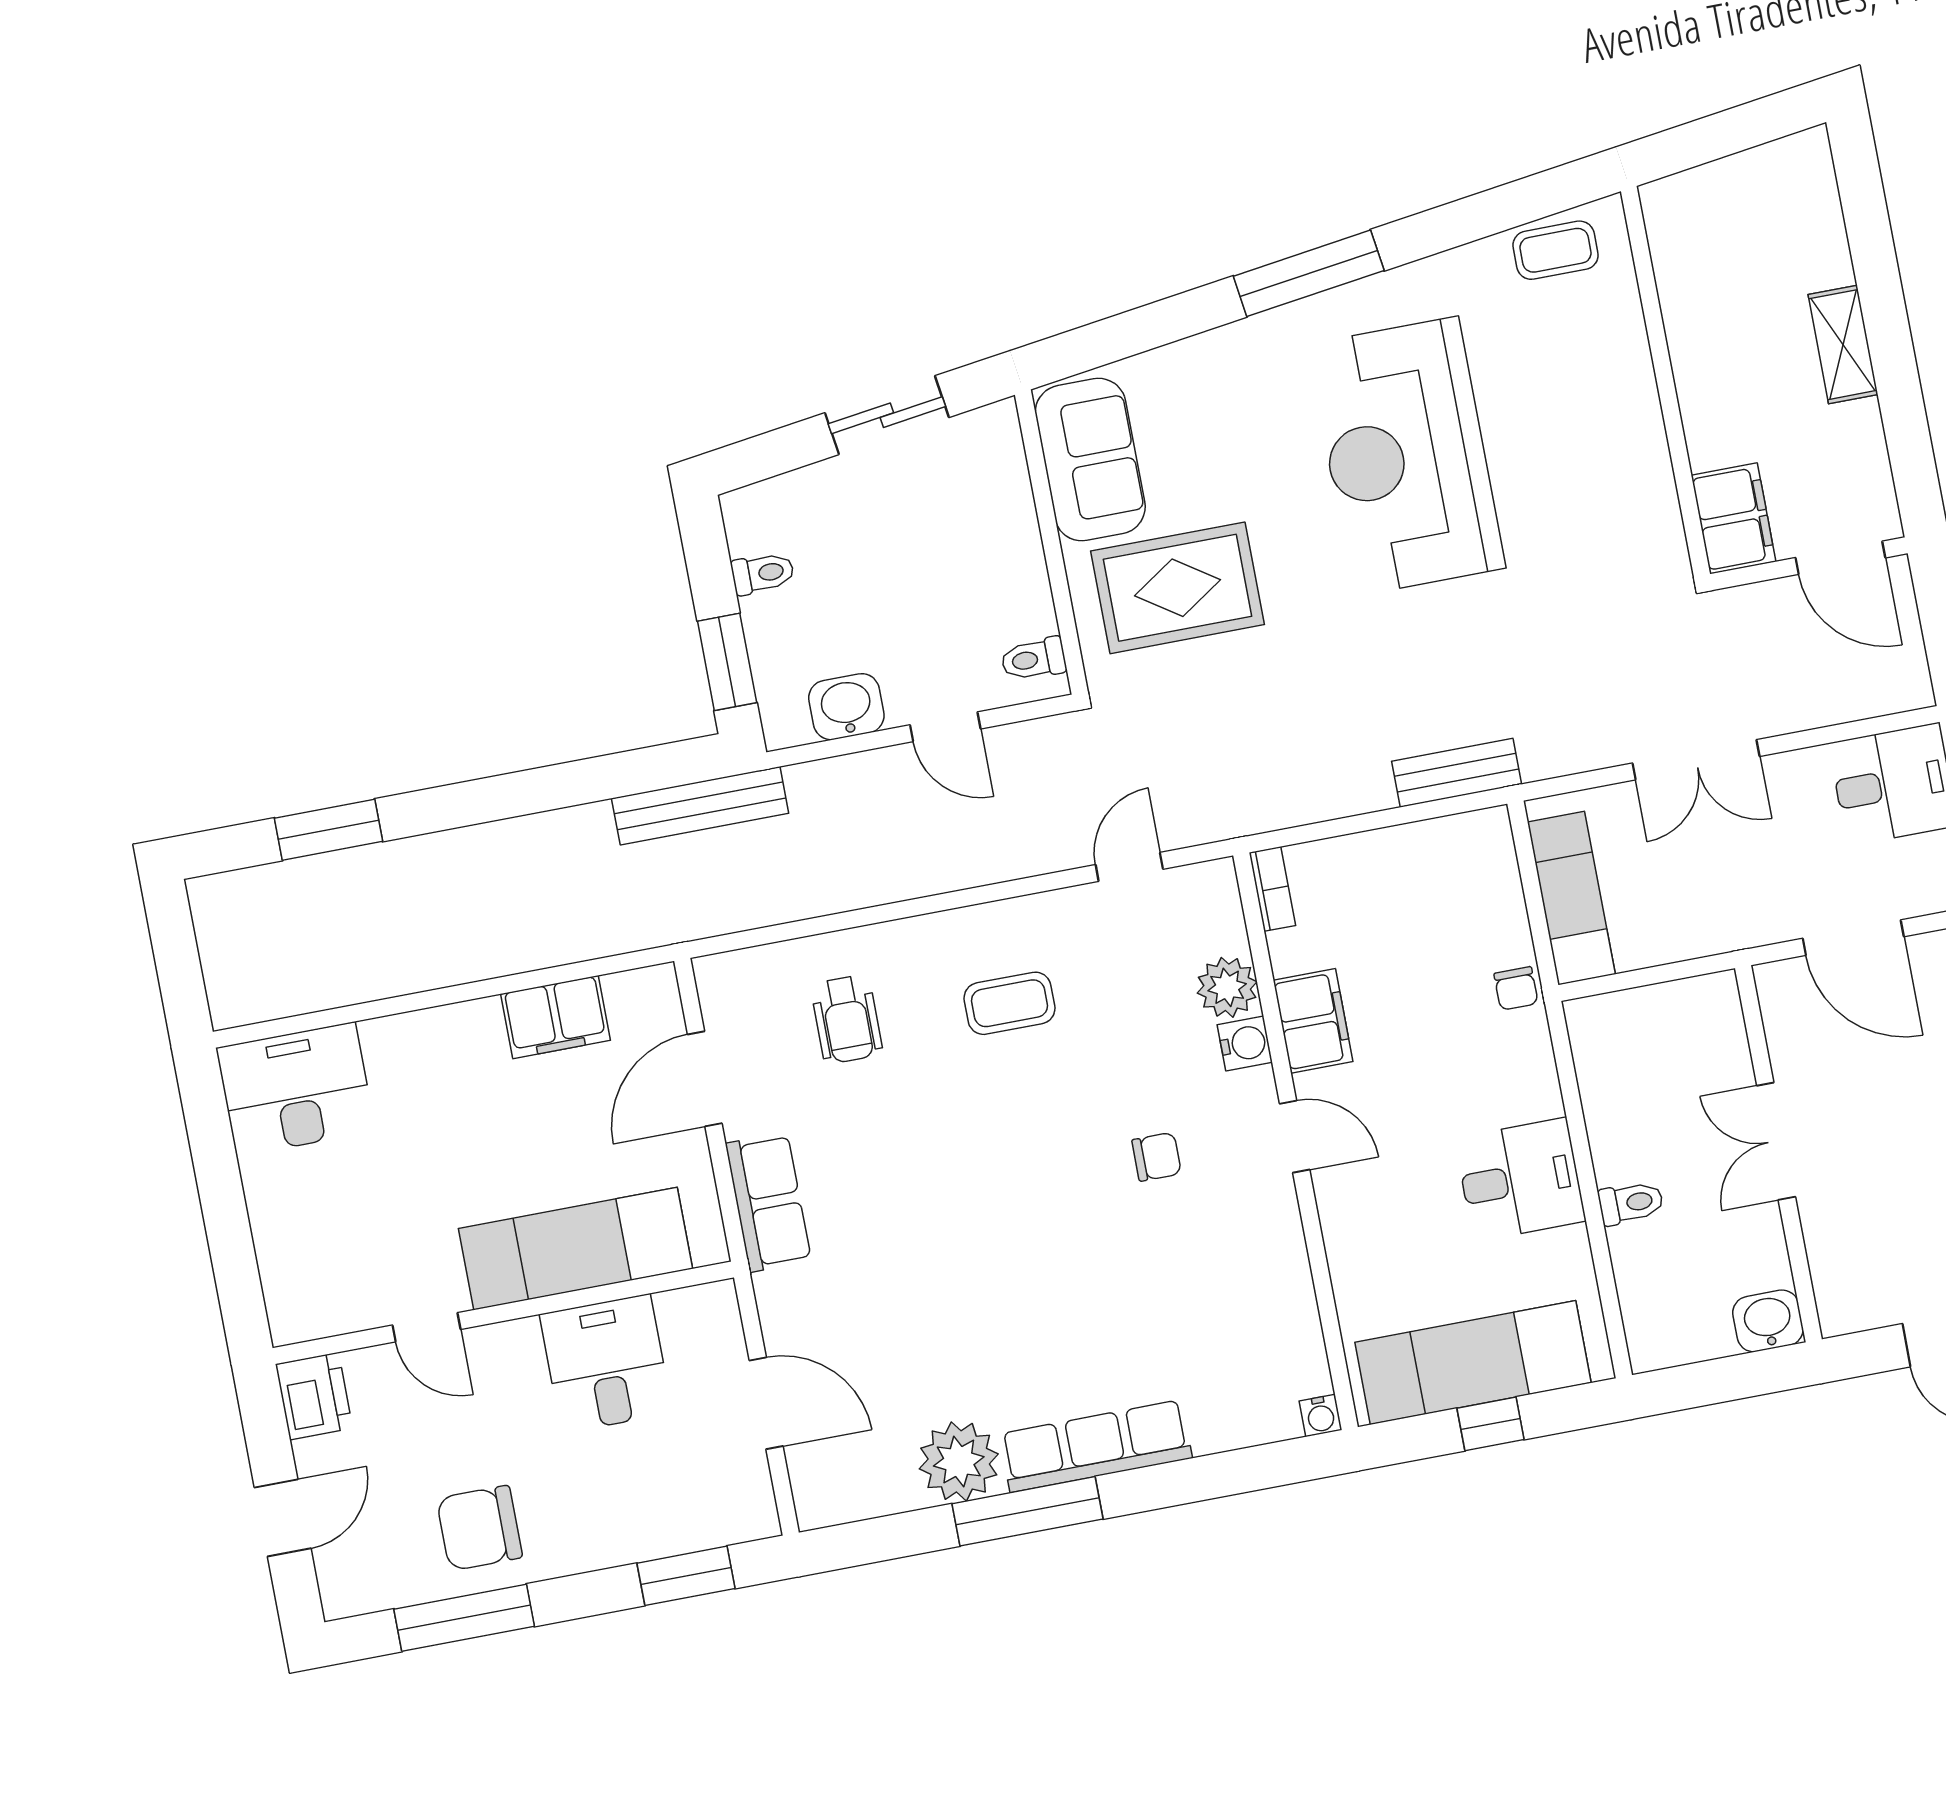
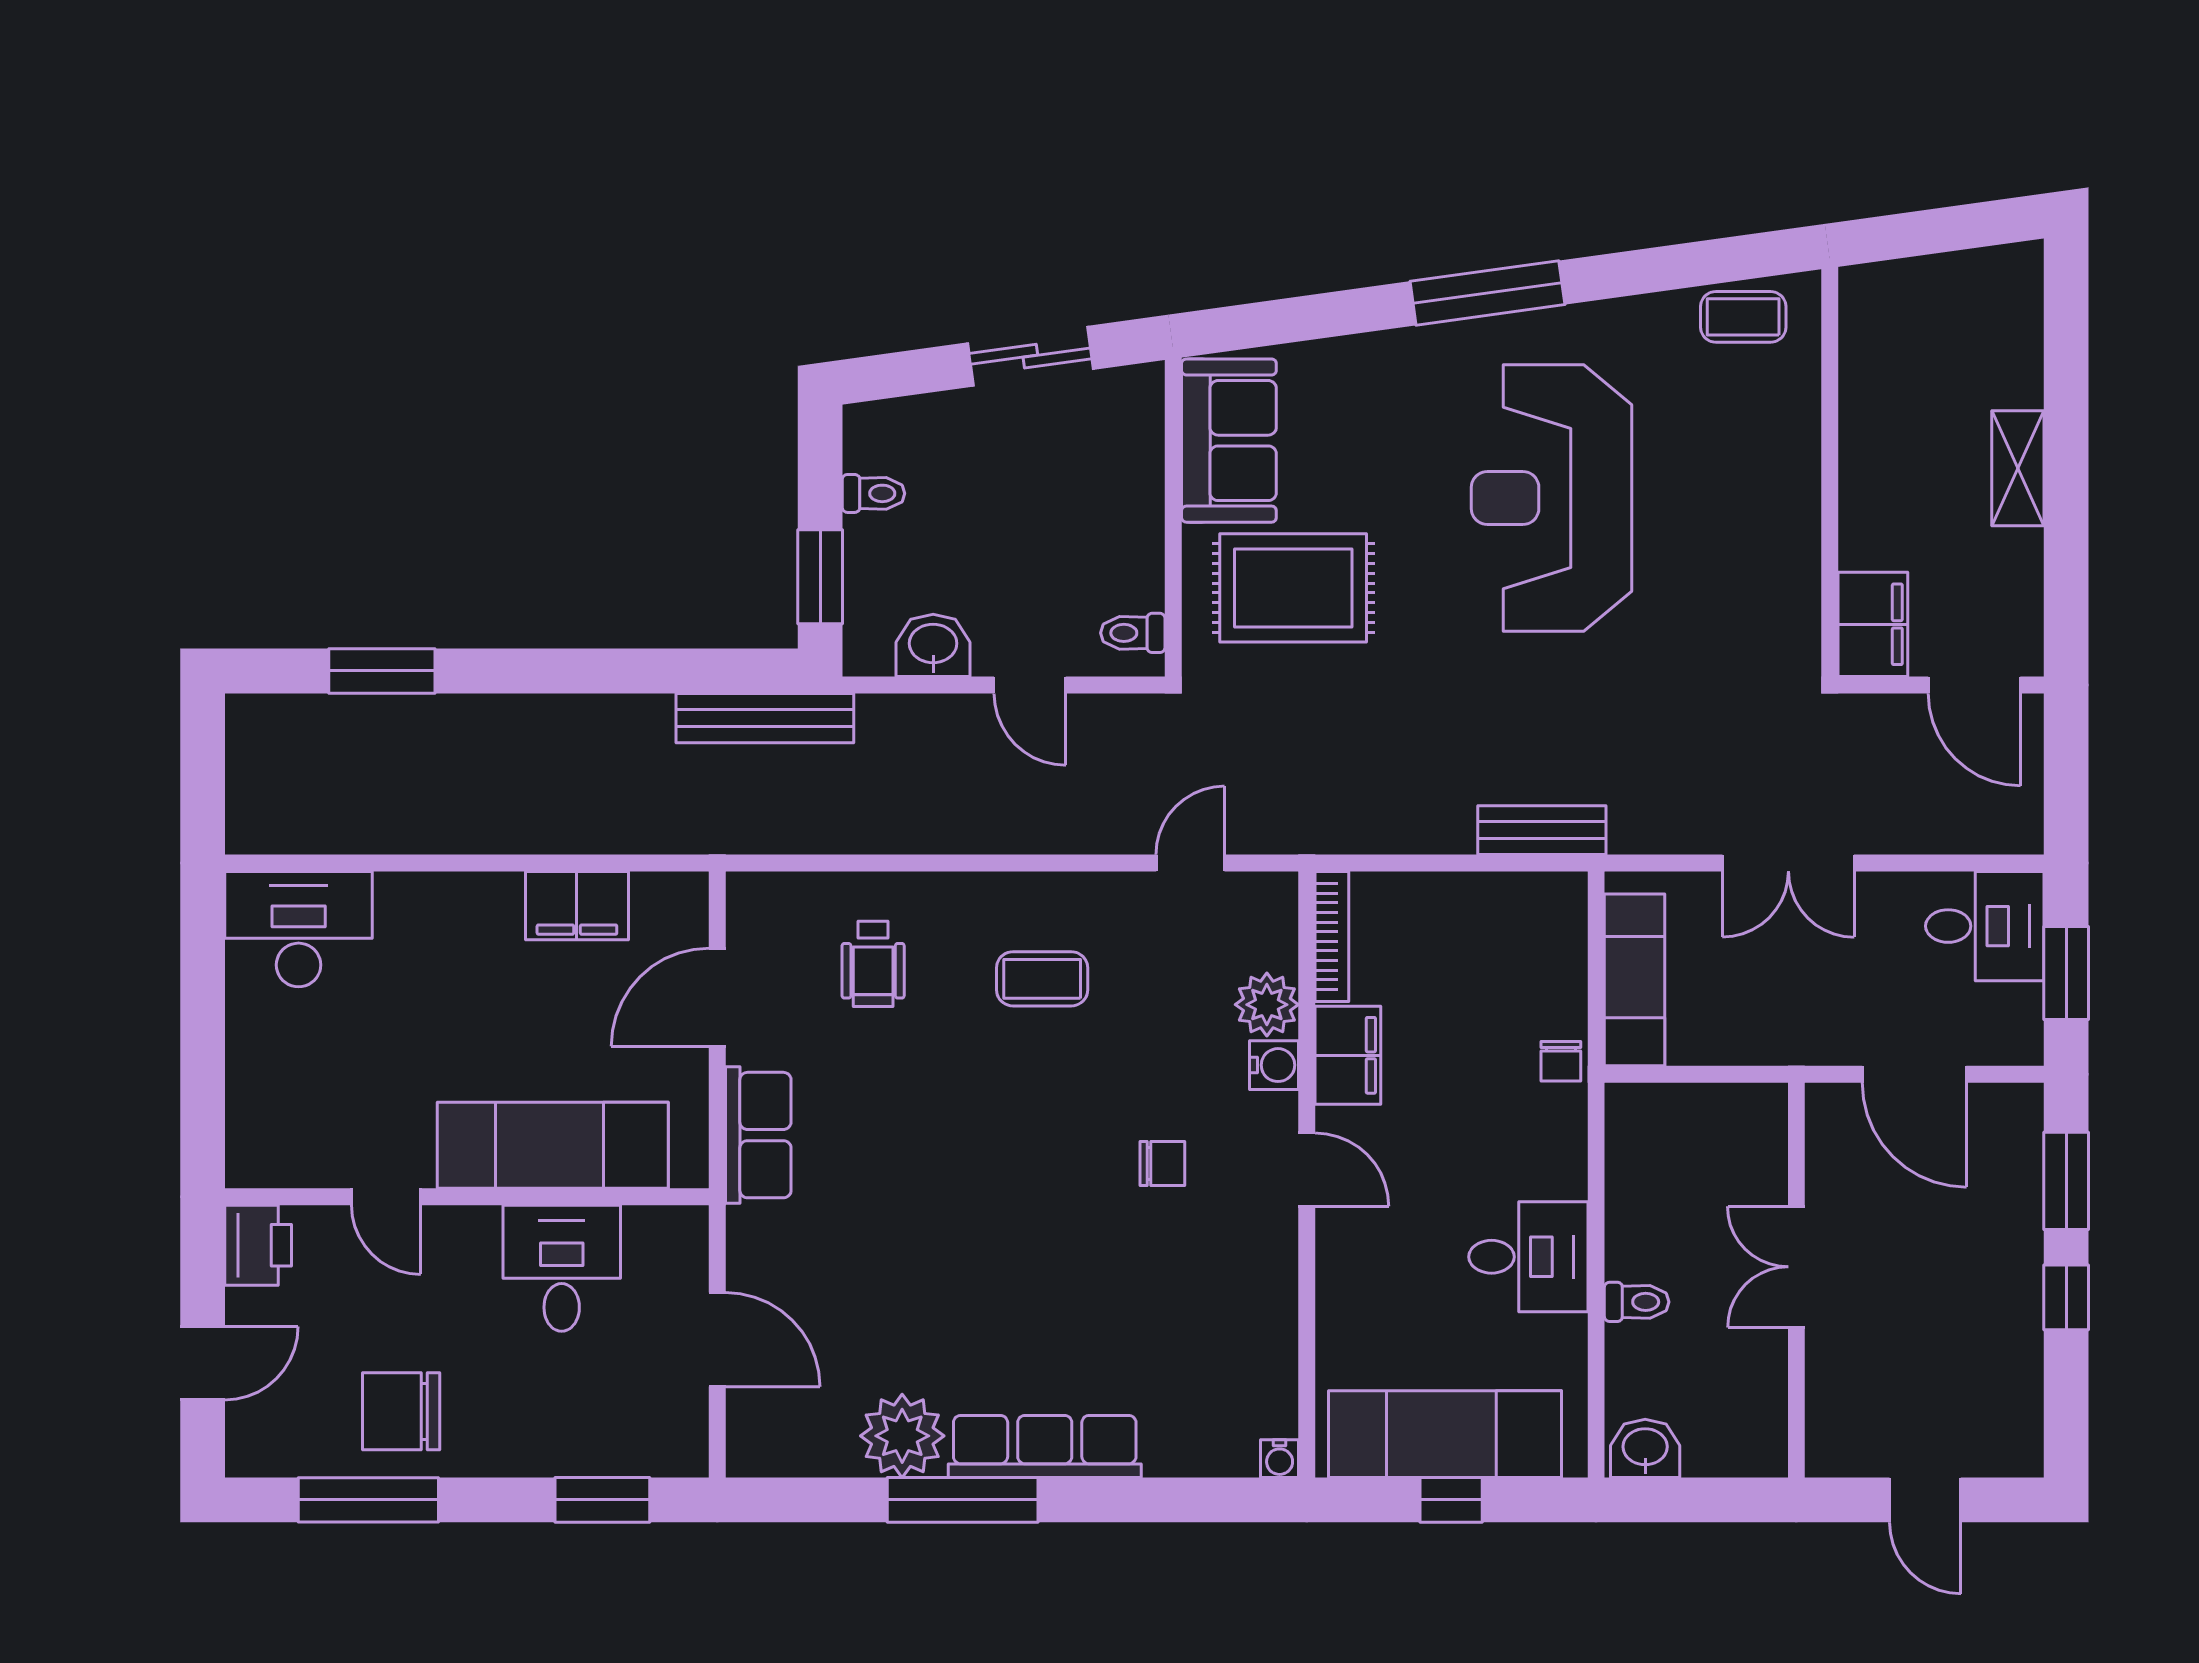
bookcase: (1272, 889) -> (1332, 936), width x1.56
washbasin: (1768, 1321) -> (1645, 1448), moved

